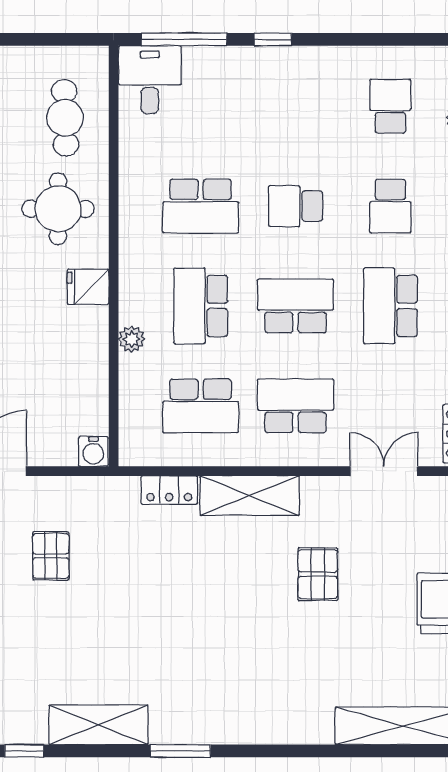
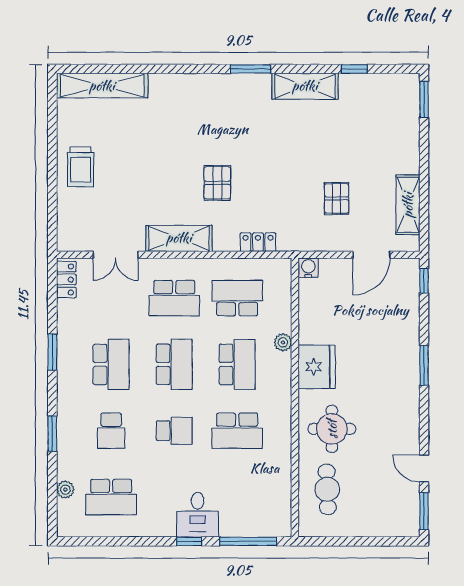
desk: (150, 80) -> (198, 515), moved
school desk: (390, 106) -> (111, 497), width x1.85
school desk: (201, 206) -> (237, 431), turned 180
school desk: (390, 206) -> (111, 431), turned 180
fridge: (88, 287) -> (317, 367), width x1.88, depth x1.34
school desk: (295, 306) -> (174, 364), turned -90
shelving: (250, 496) -> (179, 238), moved
pallet: (318, 574) -> (217, 183), moved

